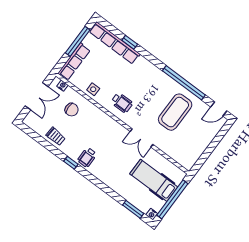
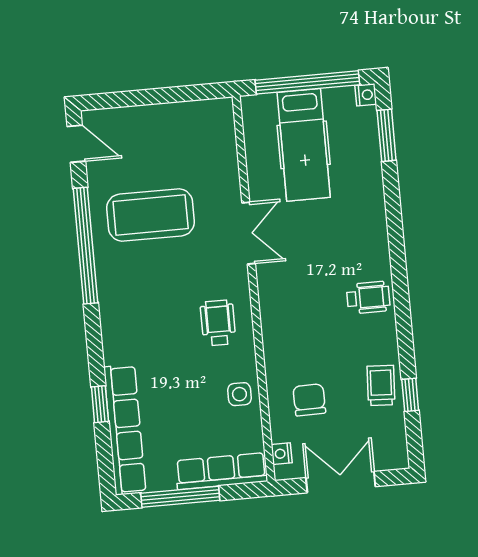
window: (71, 163) -> (410, 395), moved

